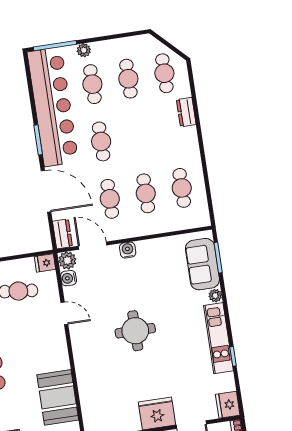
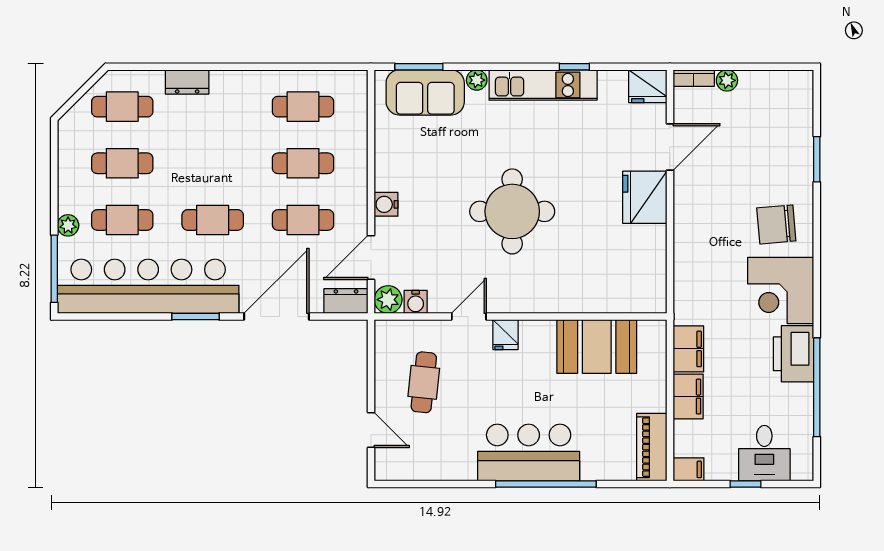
fridge: (45, 263) -> (505, 335), moved
round table: (135, 331) -> (512, 211), width x1.36, depth x1.36

